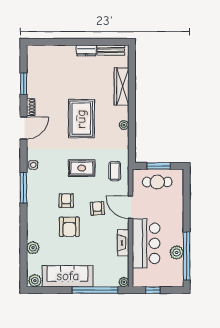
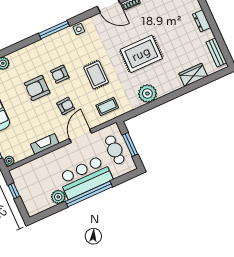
dresser: (86, 50) -> (202, 21), moved
wardrobe: (122, 86) -> (193, 75), width x0.67
plant: (124, 125) -> (147, 94), width x1.87, depth x1.87
armchair: (66, 201) -> (60, 74), turned 180
bar counter: (146, 243) -> (85, 177), moved, turned 180
window: (187, 256) -> (89, 194), moved

